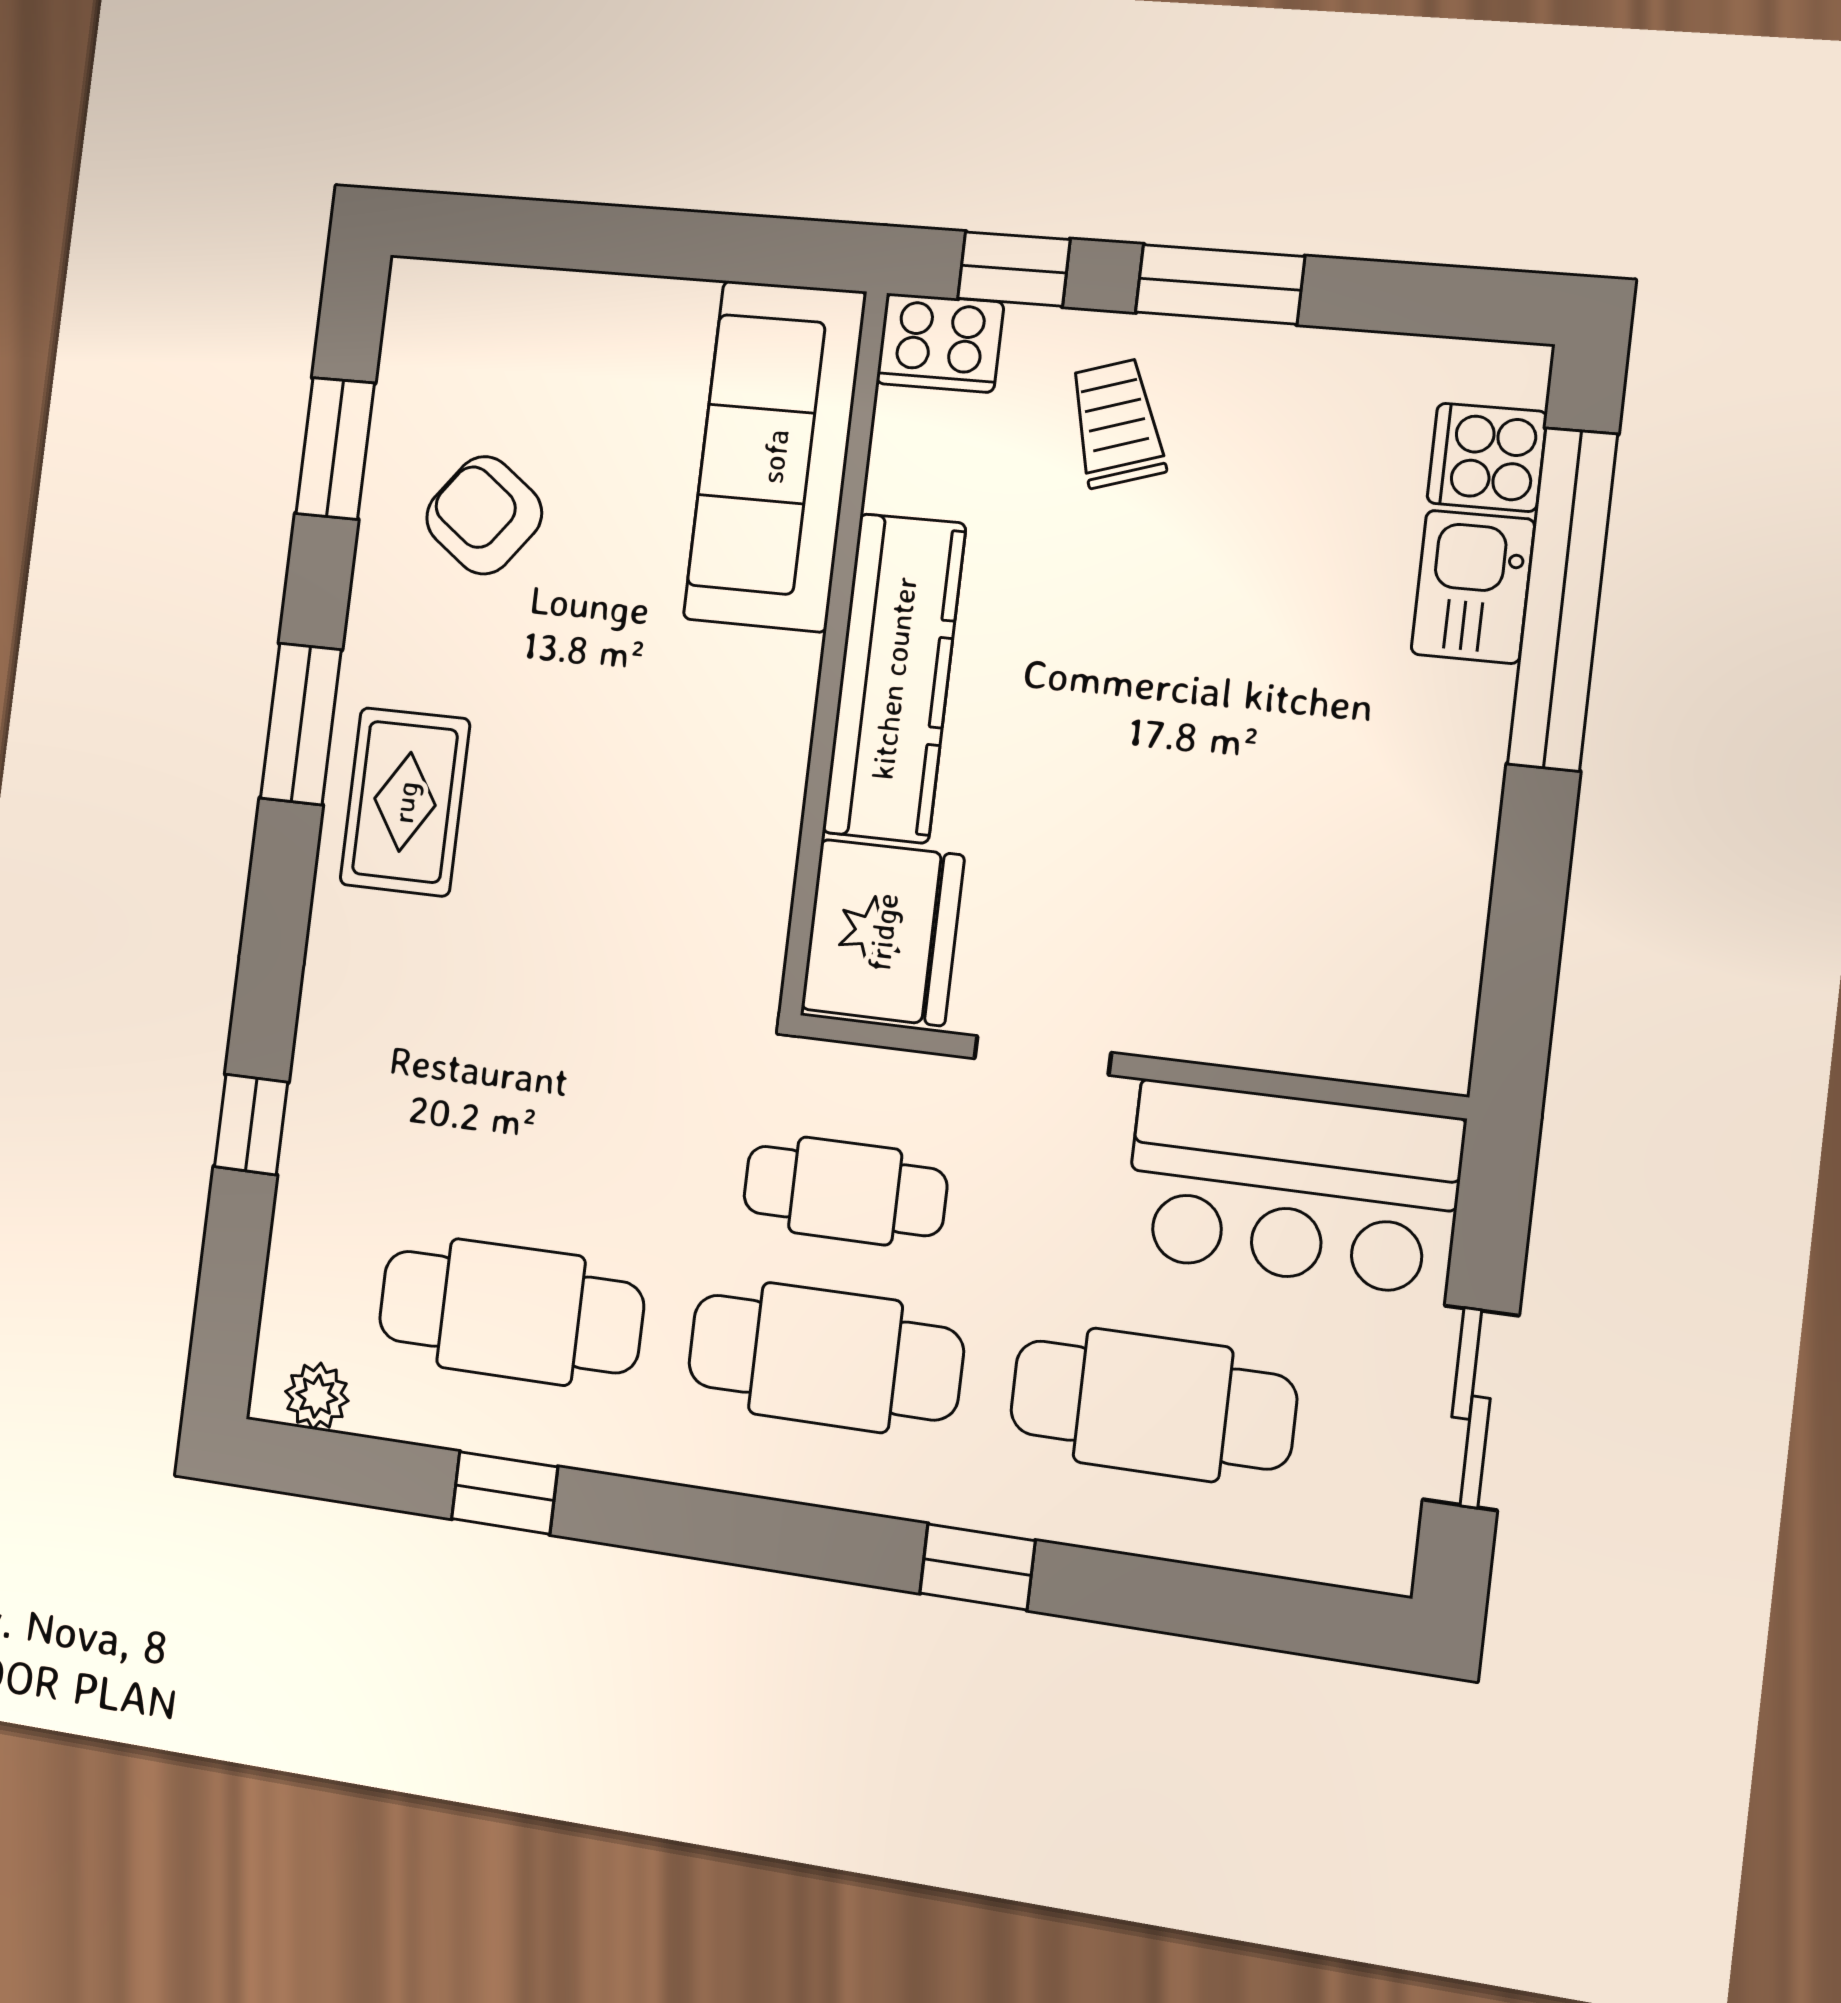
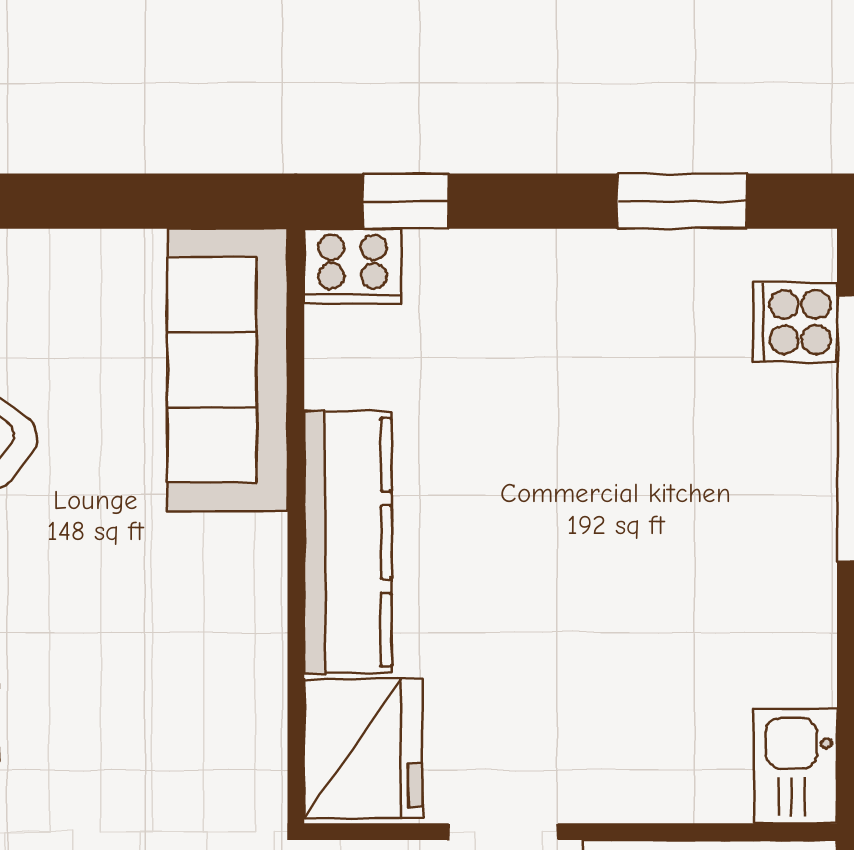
window: (1220, 284) -> (682, 201), moved
trolley: (1117, 423) -> (503, 320), removed
kitchen sink: (1473, 587) -> (796, 766), moved

